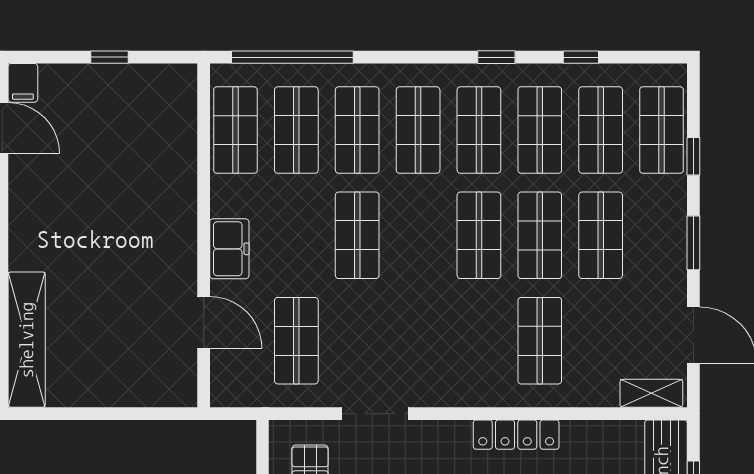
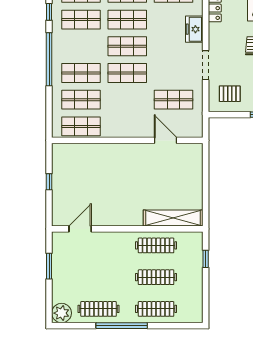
window: (292, 57) -> (49, 59), moved
filing cabinet: (23, 83) -> (60, 220), removed
shop shelf: (418, 130) -> (127, 46), moved
freezer: (229, 249) -> (194, 29), moved, turned -90
door: (204, 322) -> (165, 140), hinge flipped

